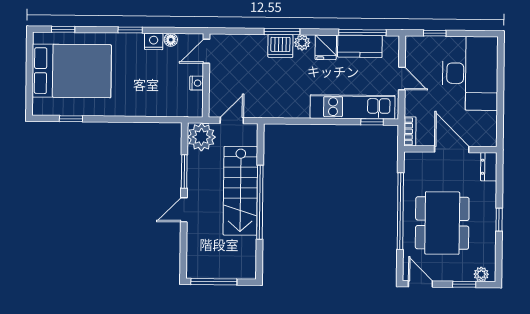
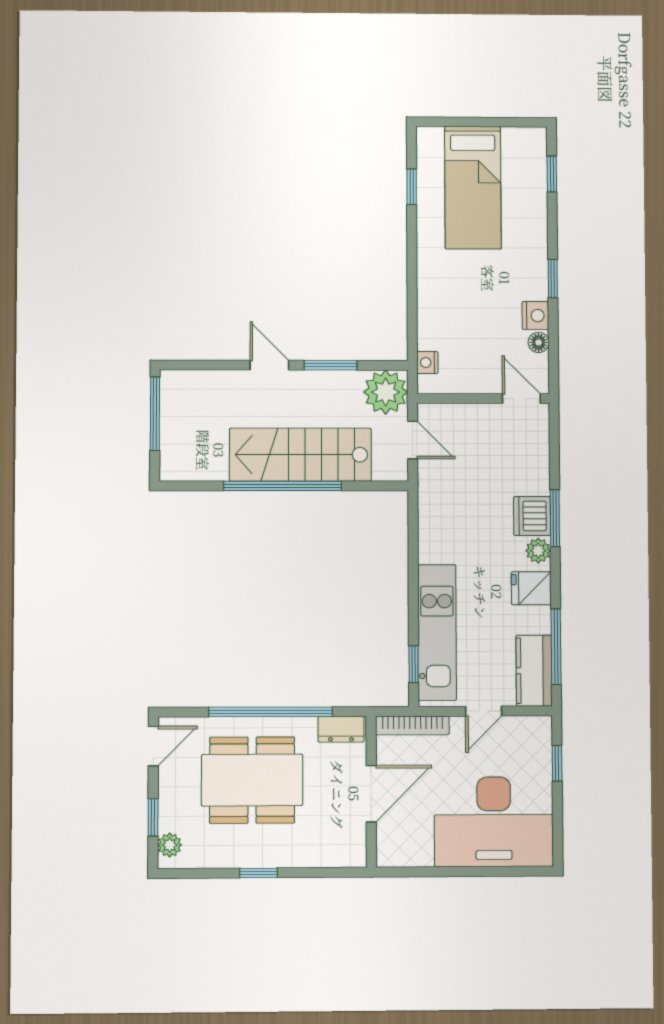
kitchen counter: (360, 46) -> (534, 671), moved
bed: (72, 71) -> (473, 188), width x0.67
nightstand: (197, 83) -> (427, 363), moved, turned 90
bookcase: (410, 131) -> (412, 725), width x1.56
dresser: (489, 167) -> (341, 729), moved, turned 180

